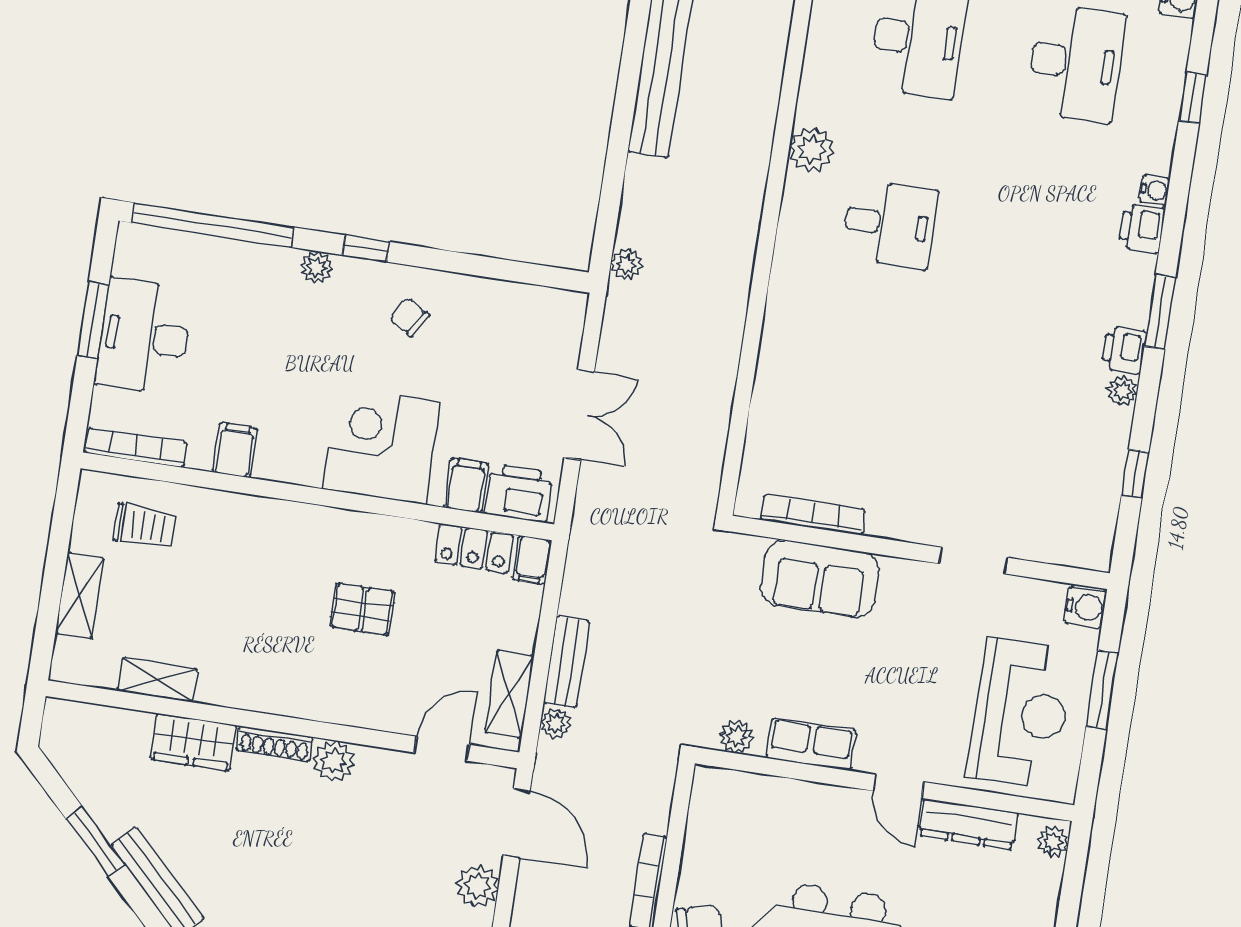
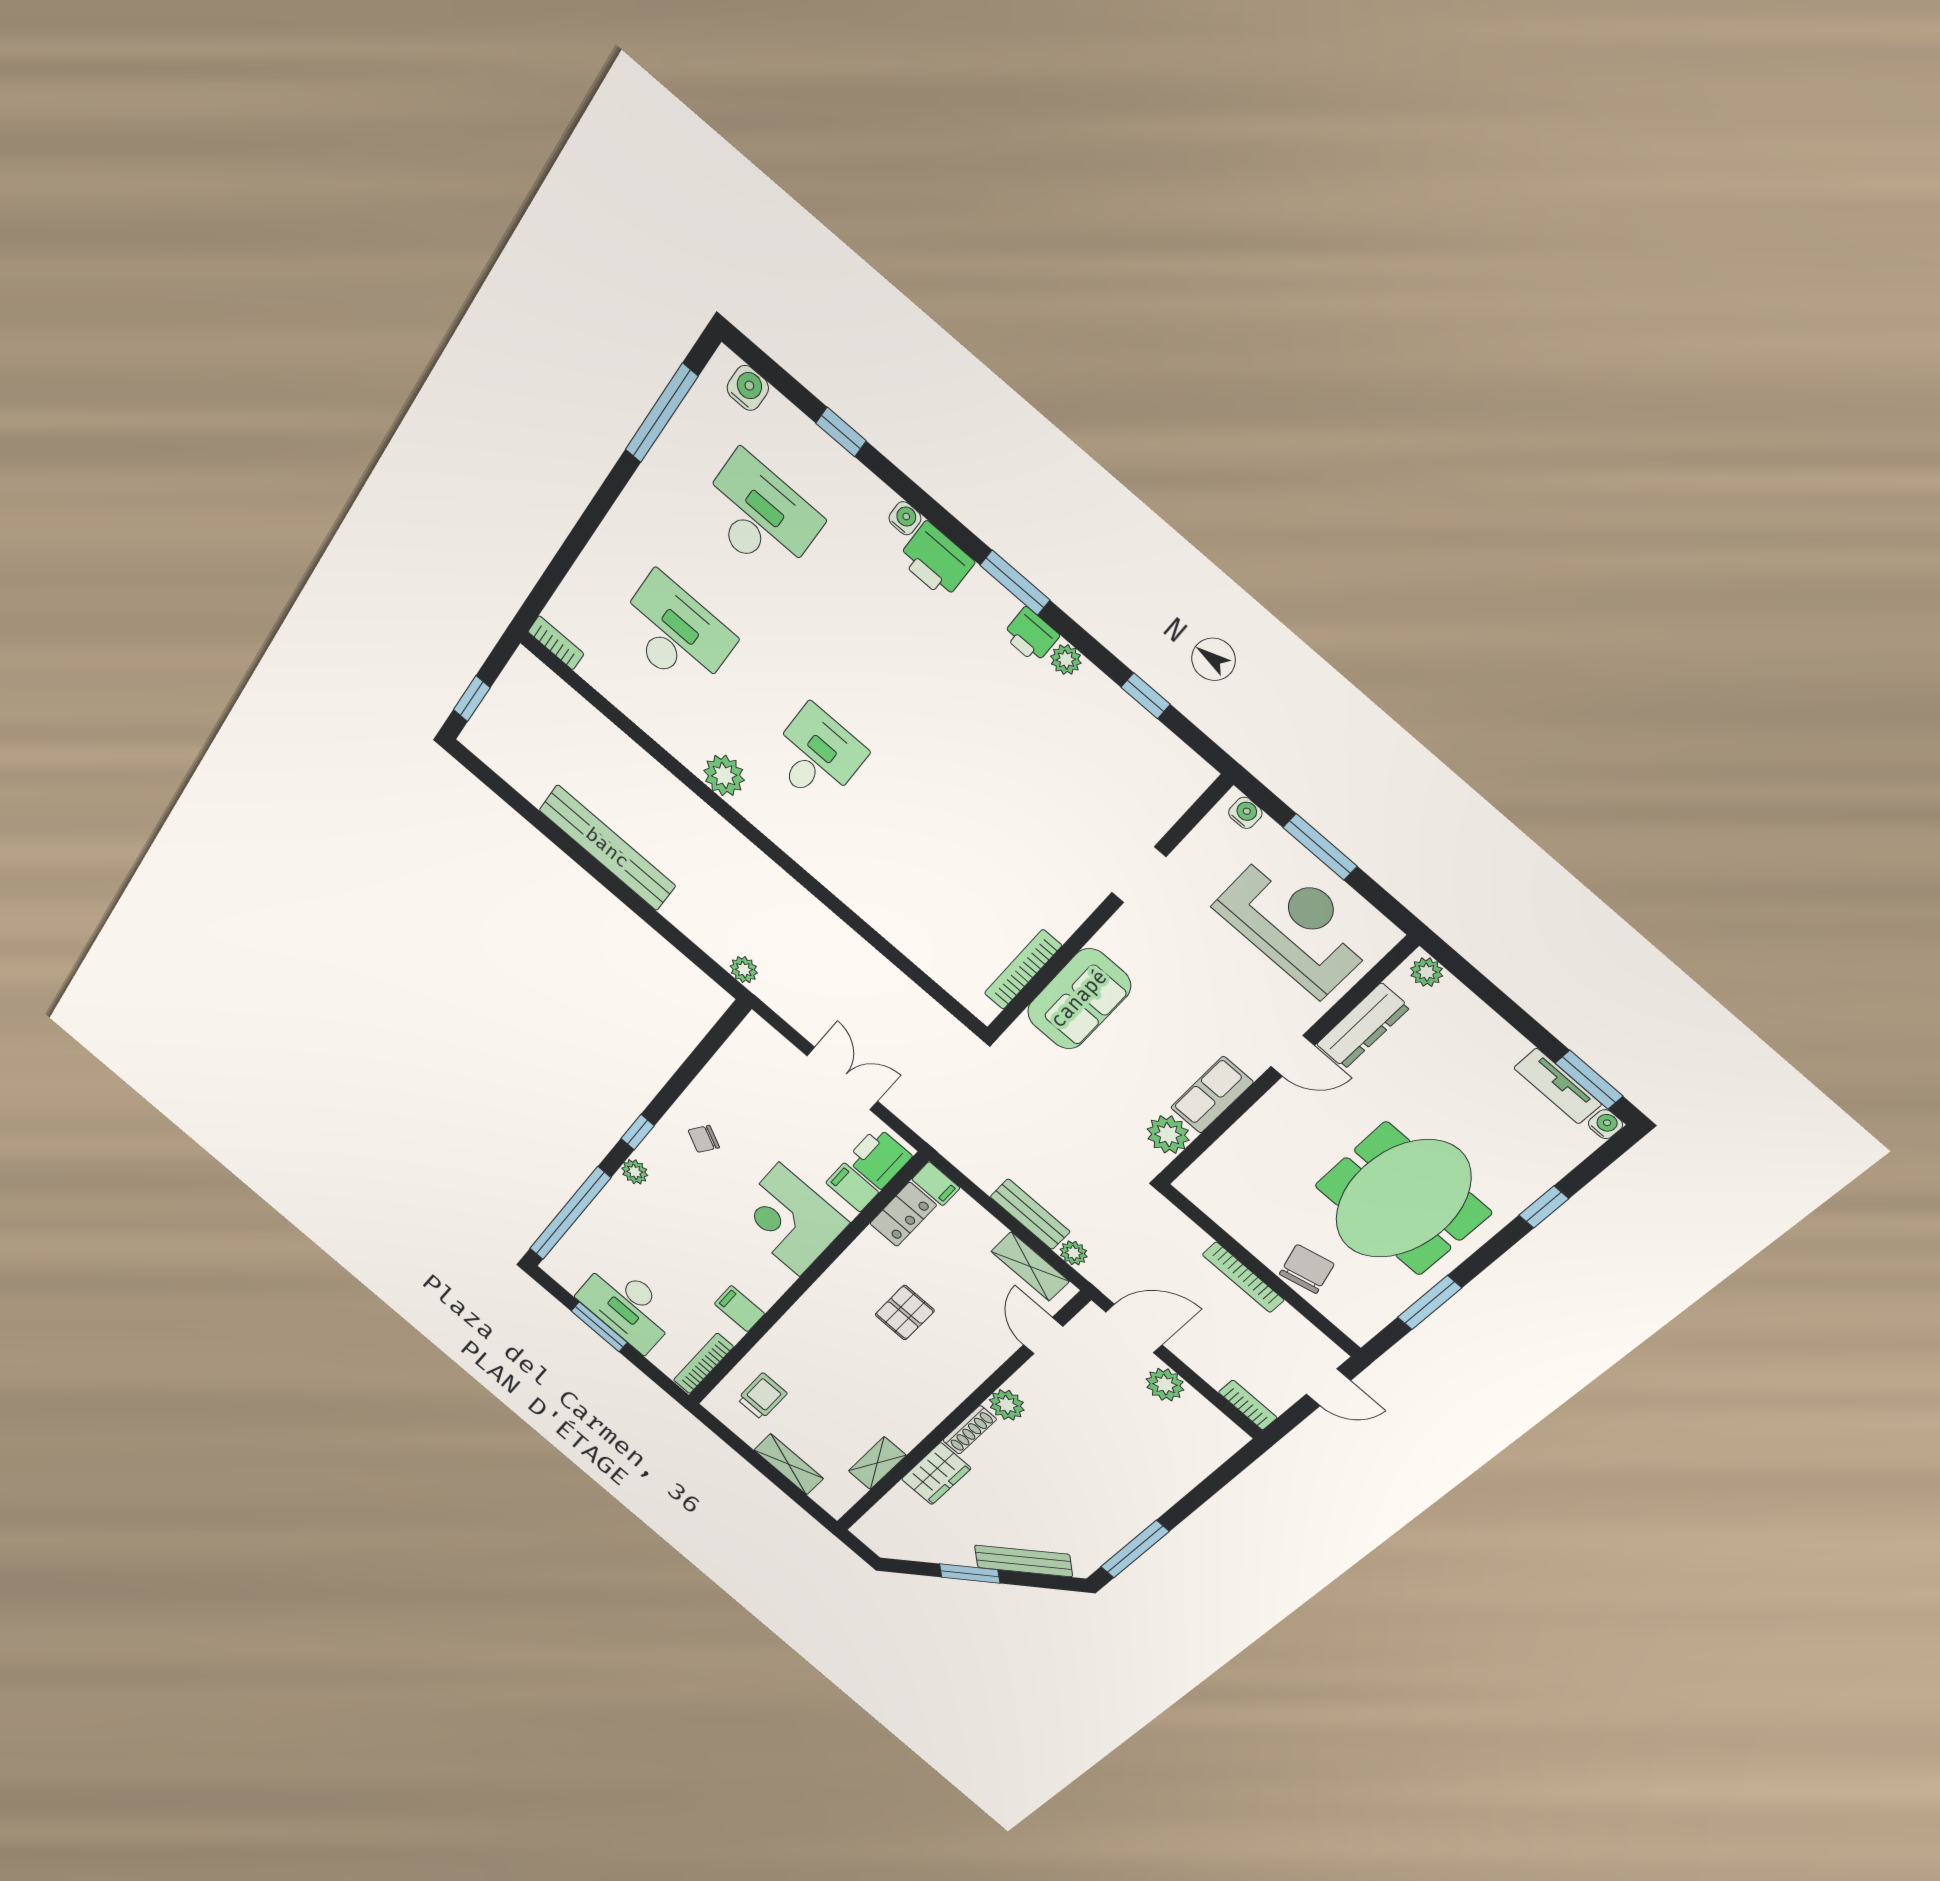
printer: (1142, 228) -> (936, 560), width x1.36, depth x1.24
water cooler: (1085, 607) -> (1245, 813), width x0.72, depth x0.72
plant: (736, 737) -> (1168, 1135), width x1.38, depth x1.38

